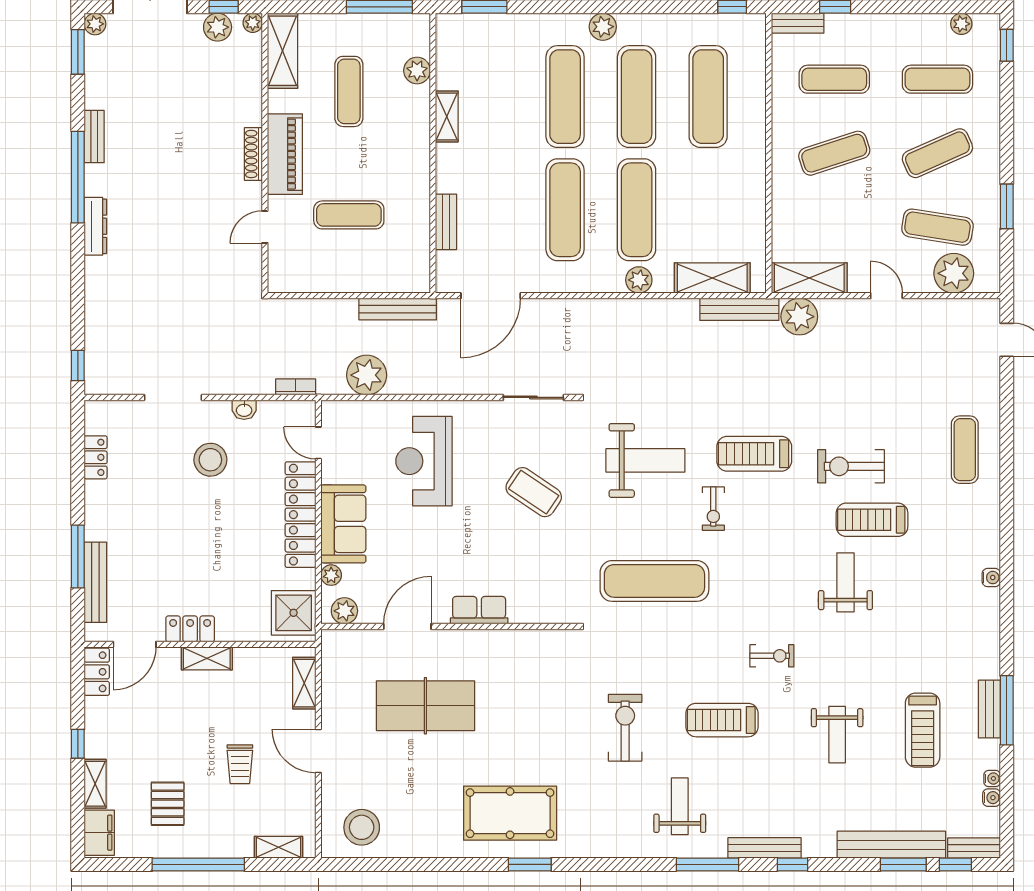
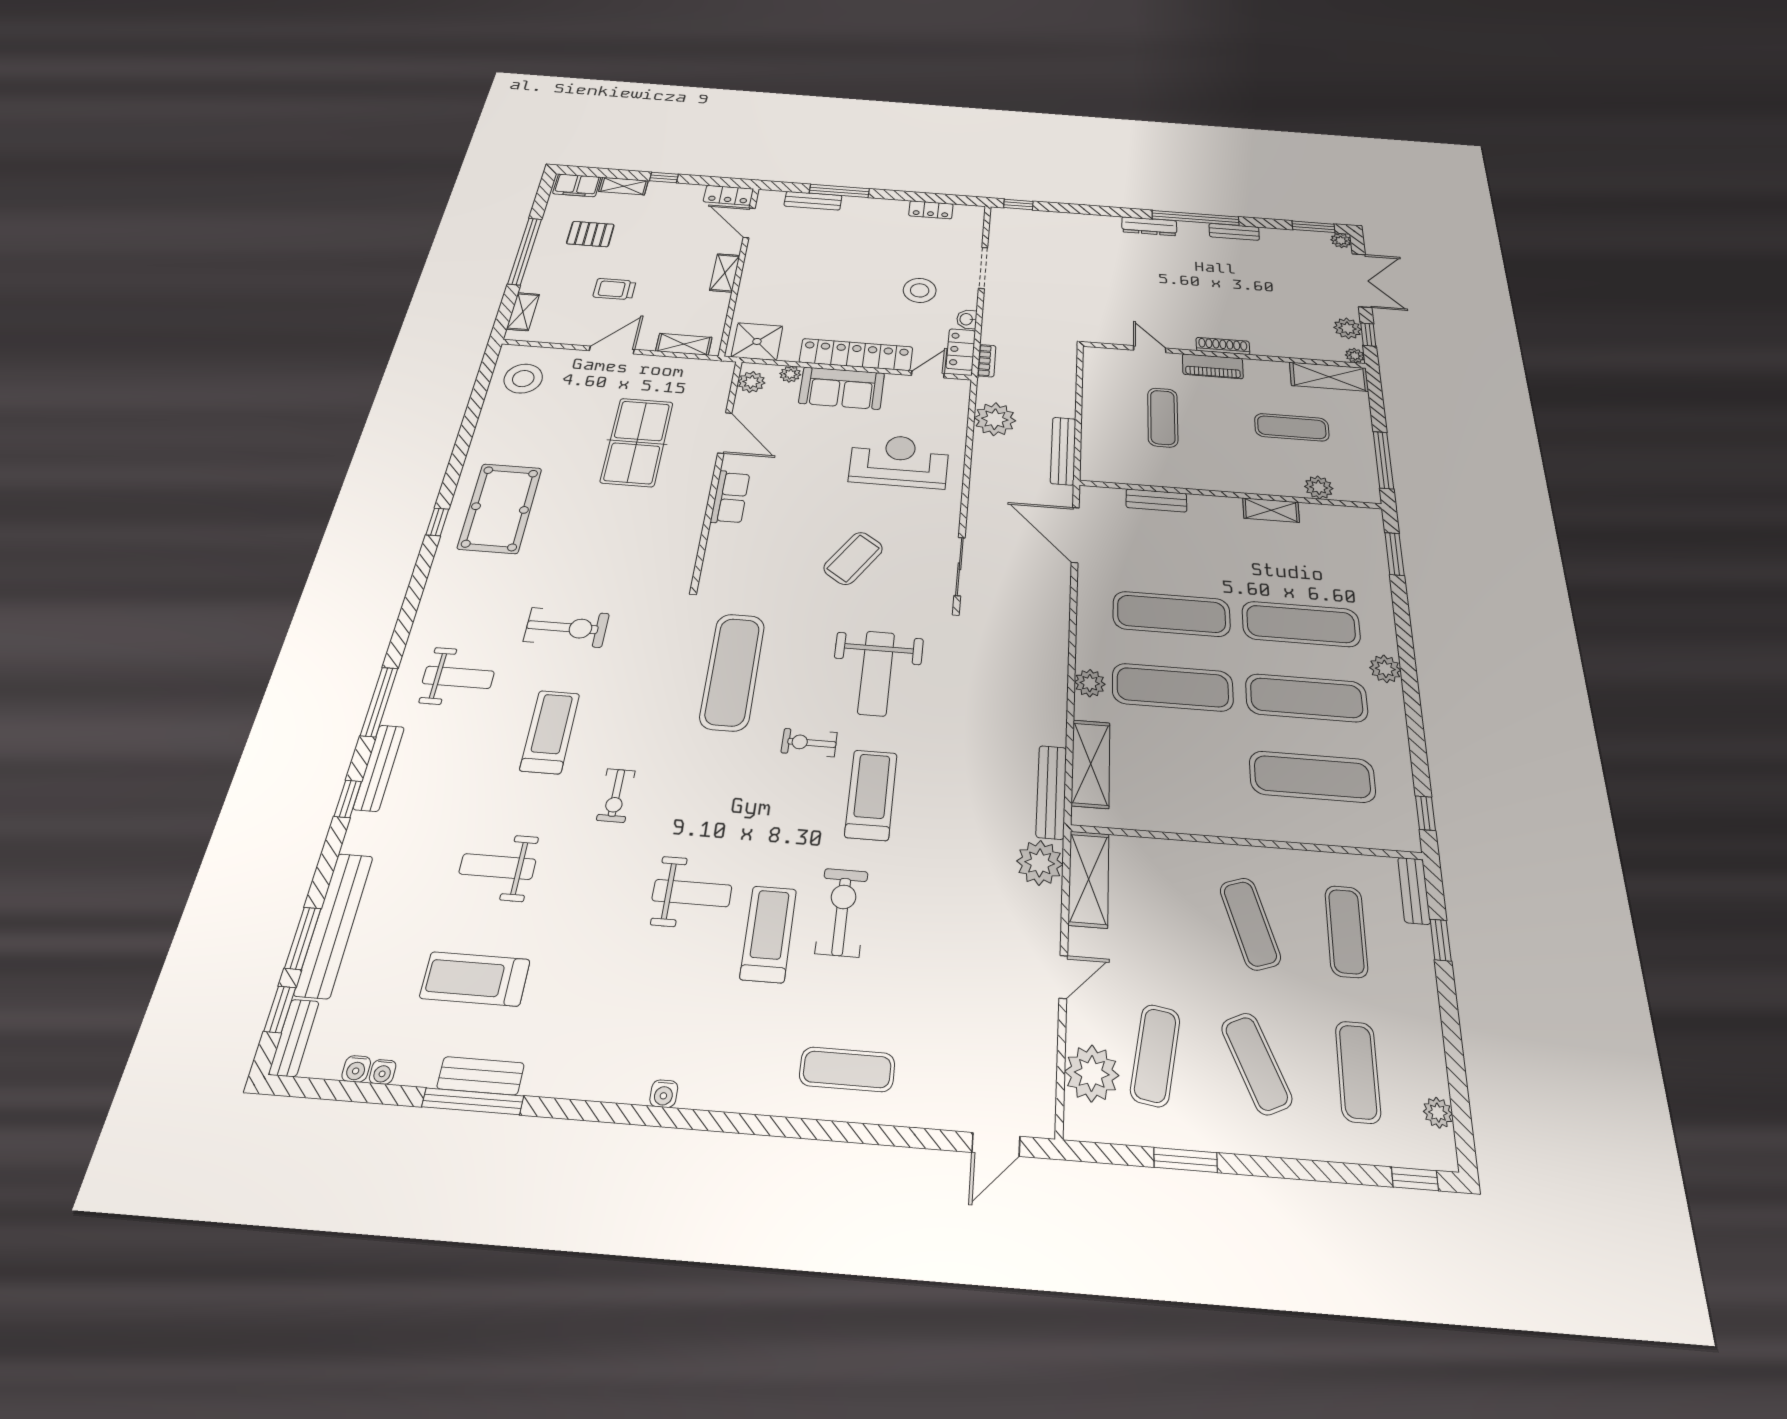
piano: (285, 154) -> (1213, 366), width x0.73, depth x0.75
bench: (95, 582) -> (813, 201), width x0.73
locker: (190, 629) -> (961, 349), moved, turned 180
window: (530, 864) -> (437, 522), width x0.67

